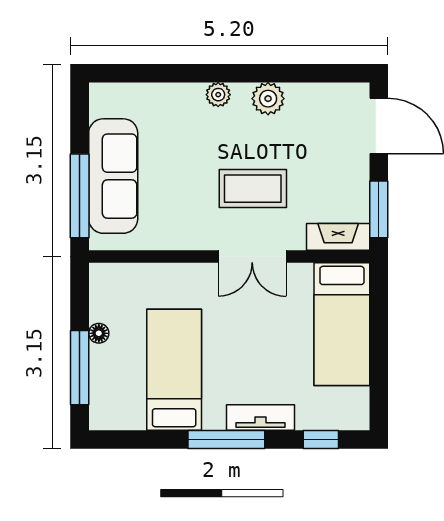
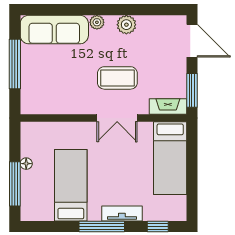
sofa: (113, 176) -> (54, 30), moved, turned 90
window: (80, 196) -> (15, 64), moved

